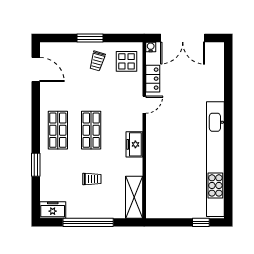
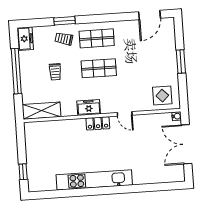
trolley: (97, 61) -> (64, 39), moved
locker: (153, 79) -> (98, 123), moved
kitchen unit: (215, 159) -> (94, 180), width x0.73

